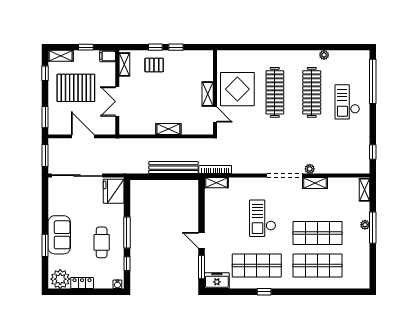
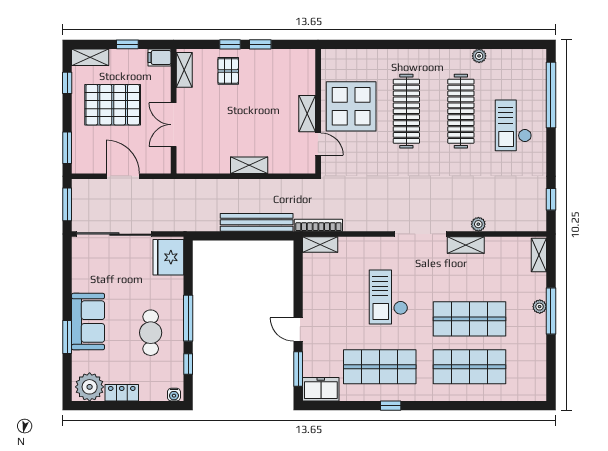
pallet: (154, 65) -> (228, 71), turned 90
plant: (310, 169) -> (478, 224), moved

